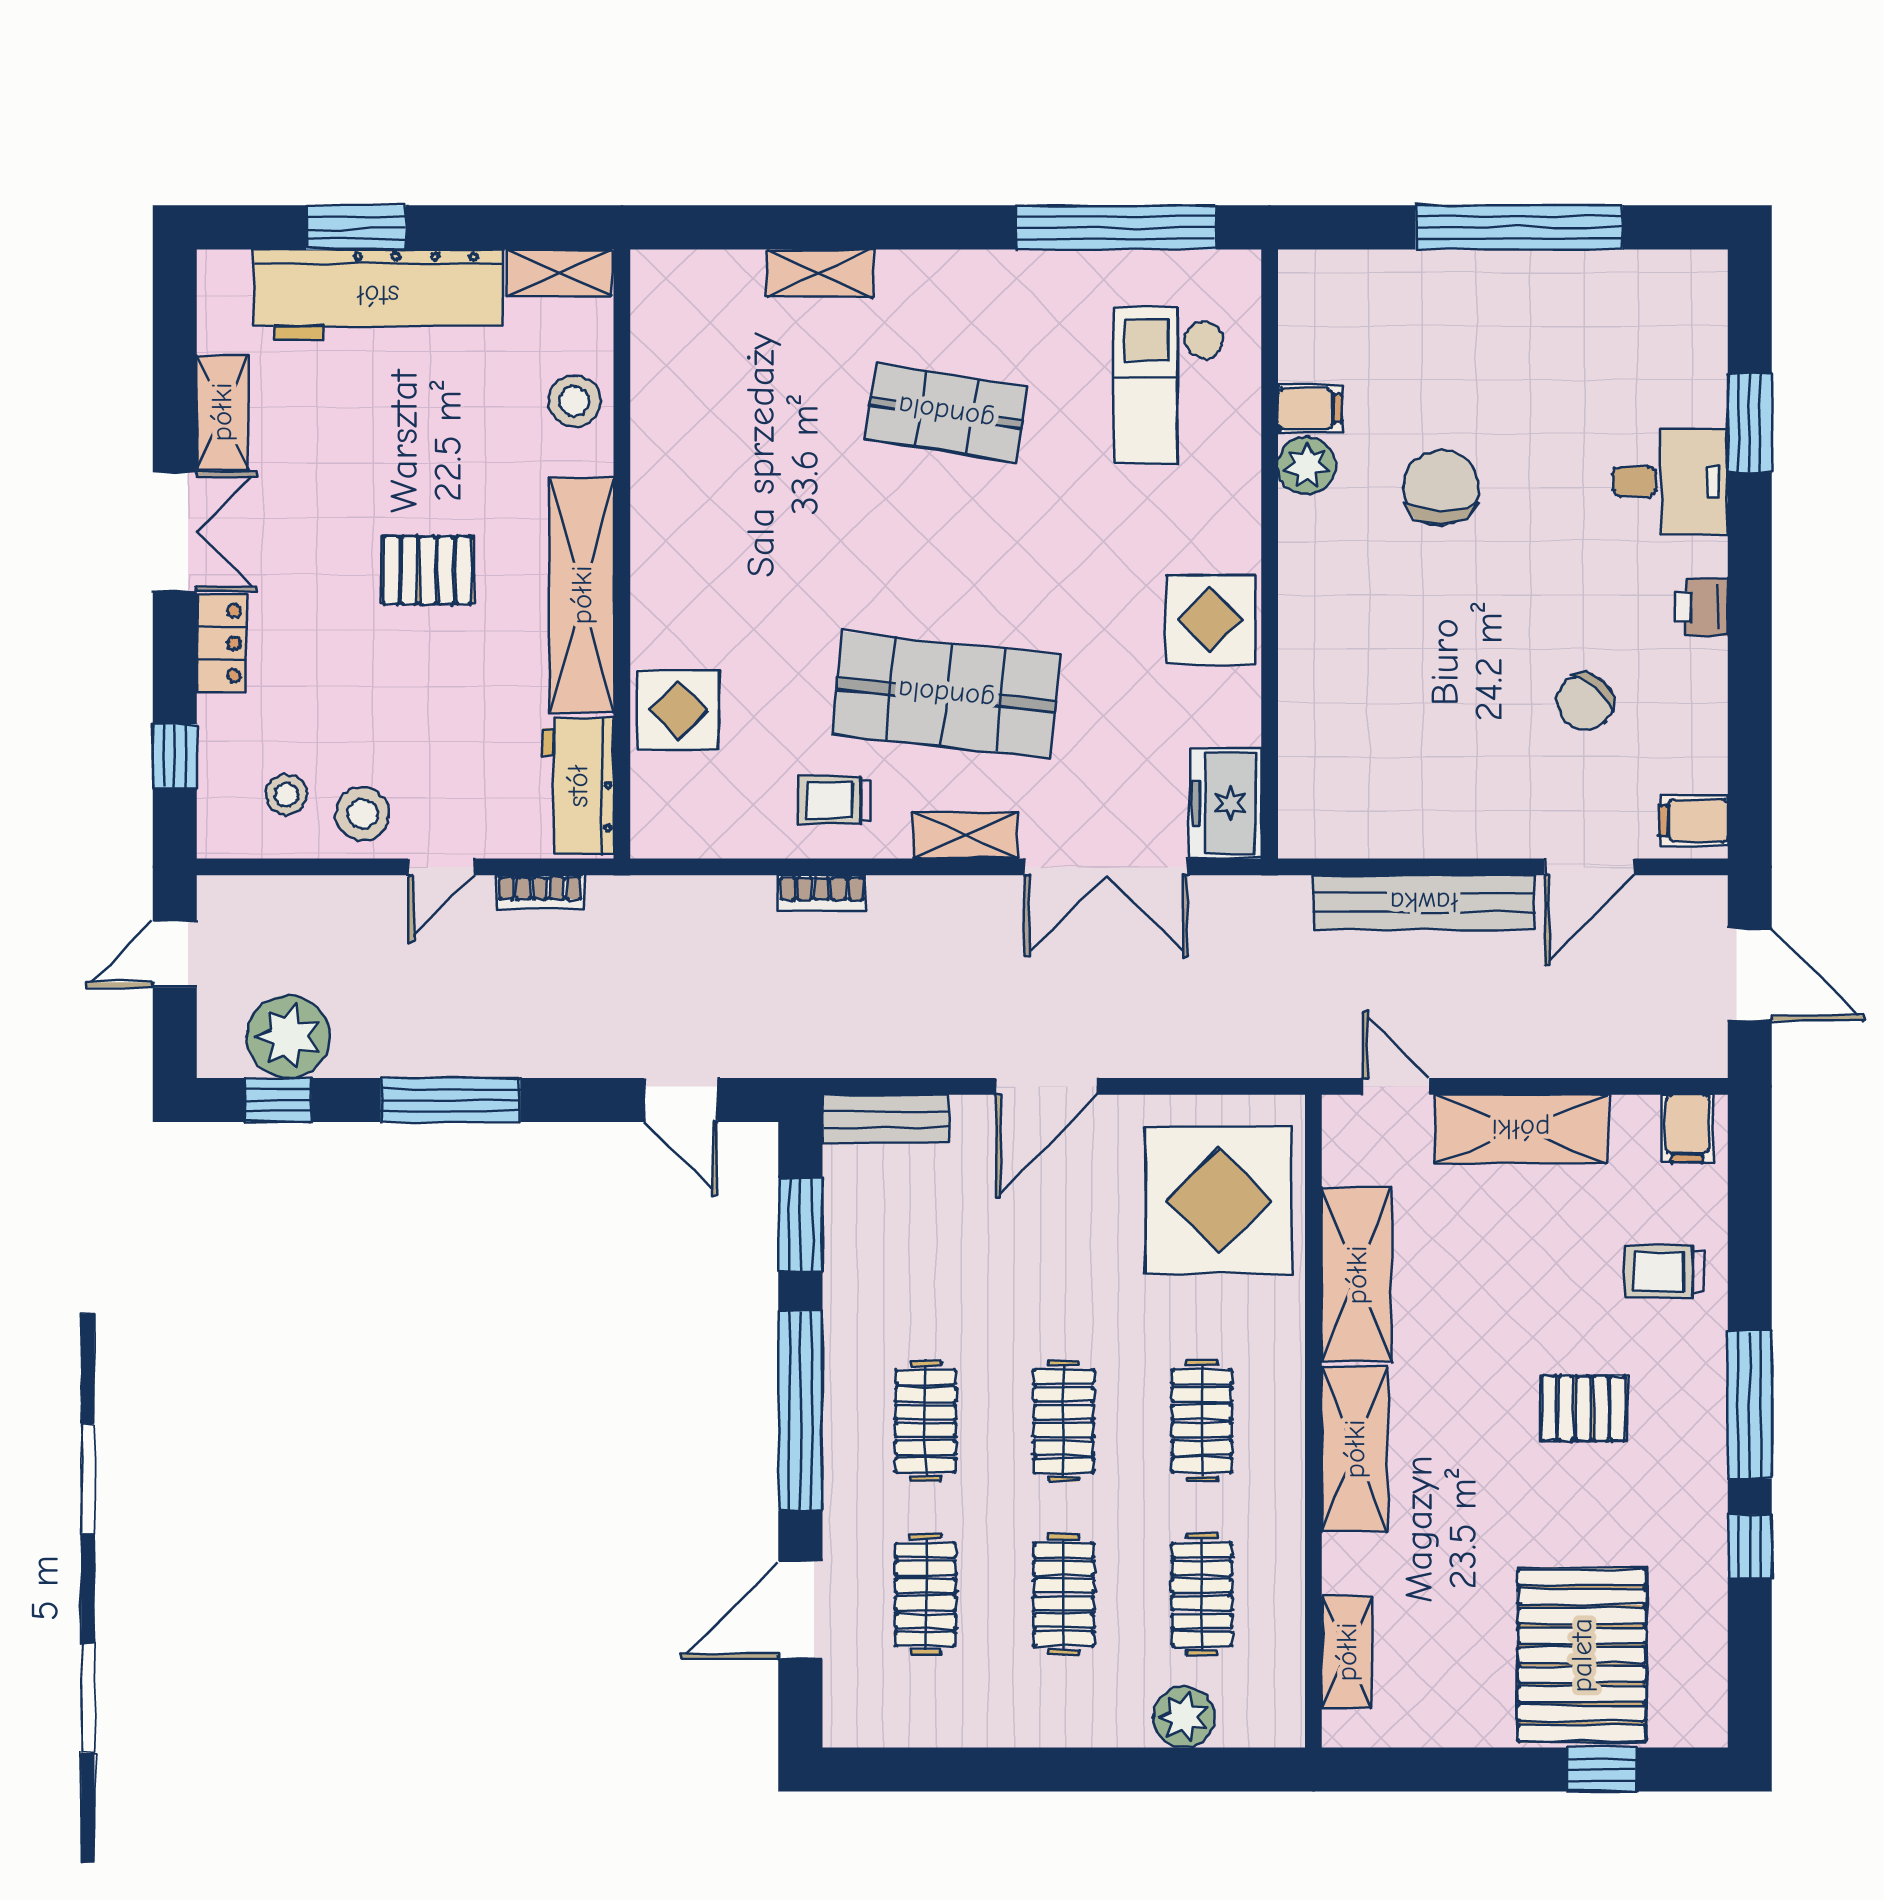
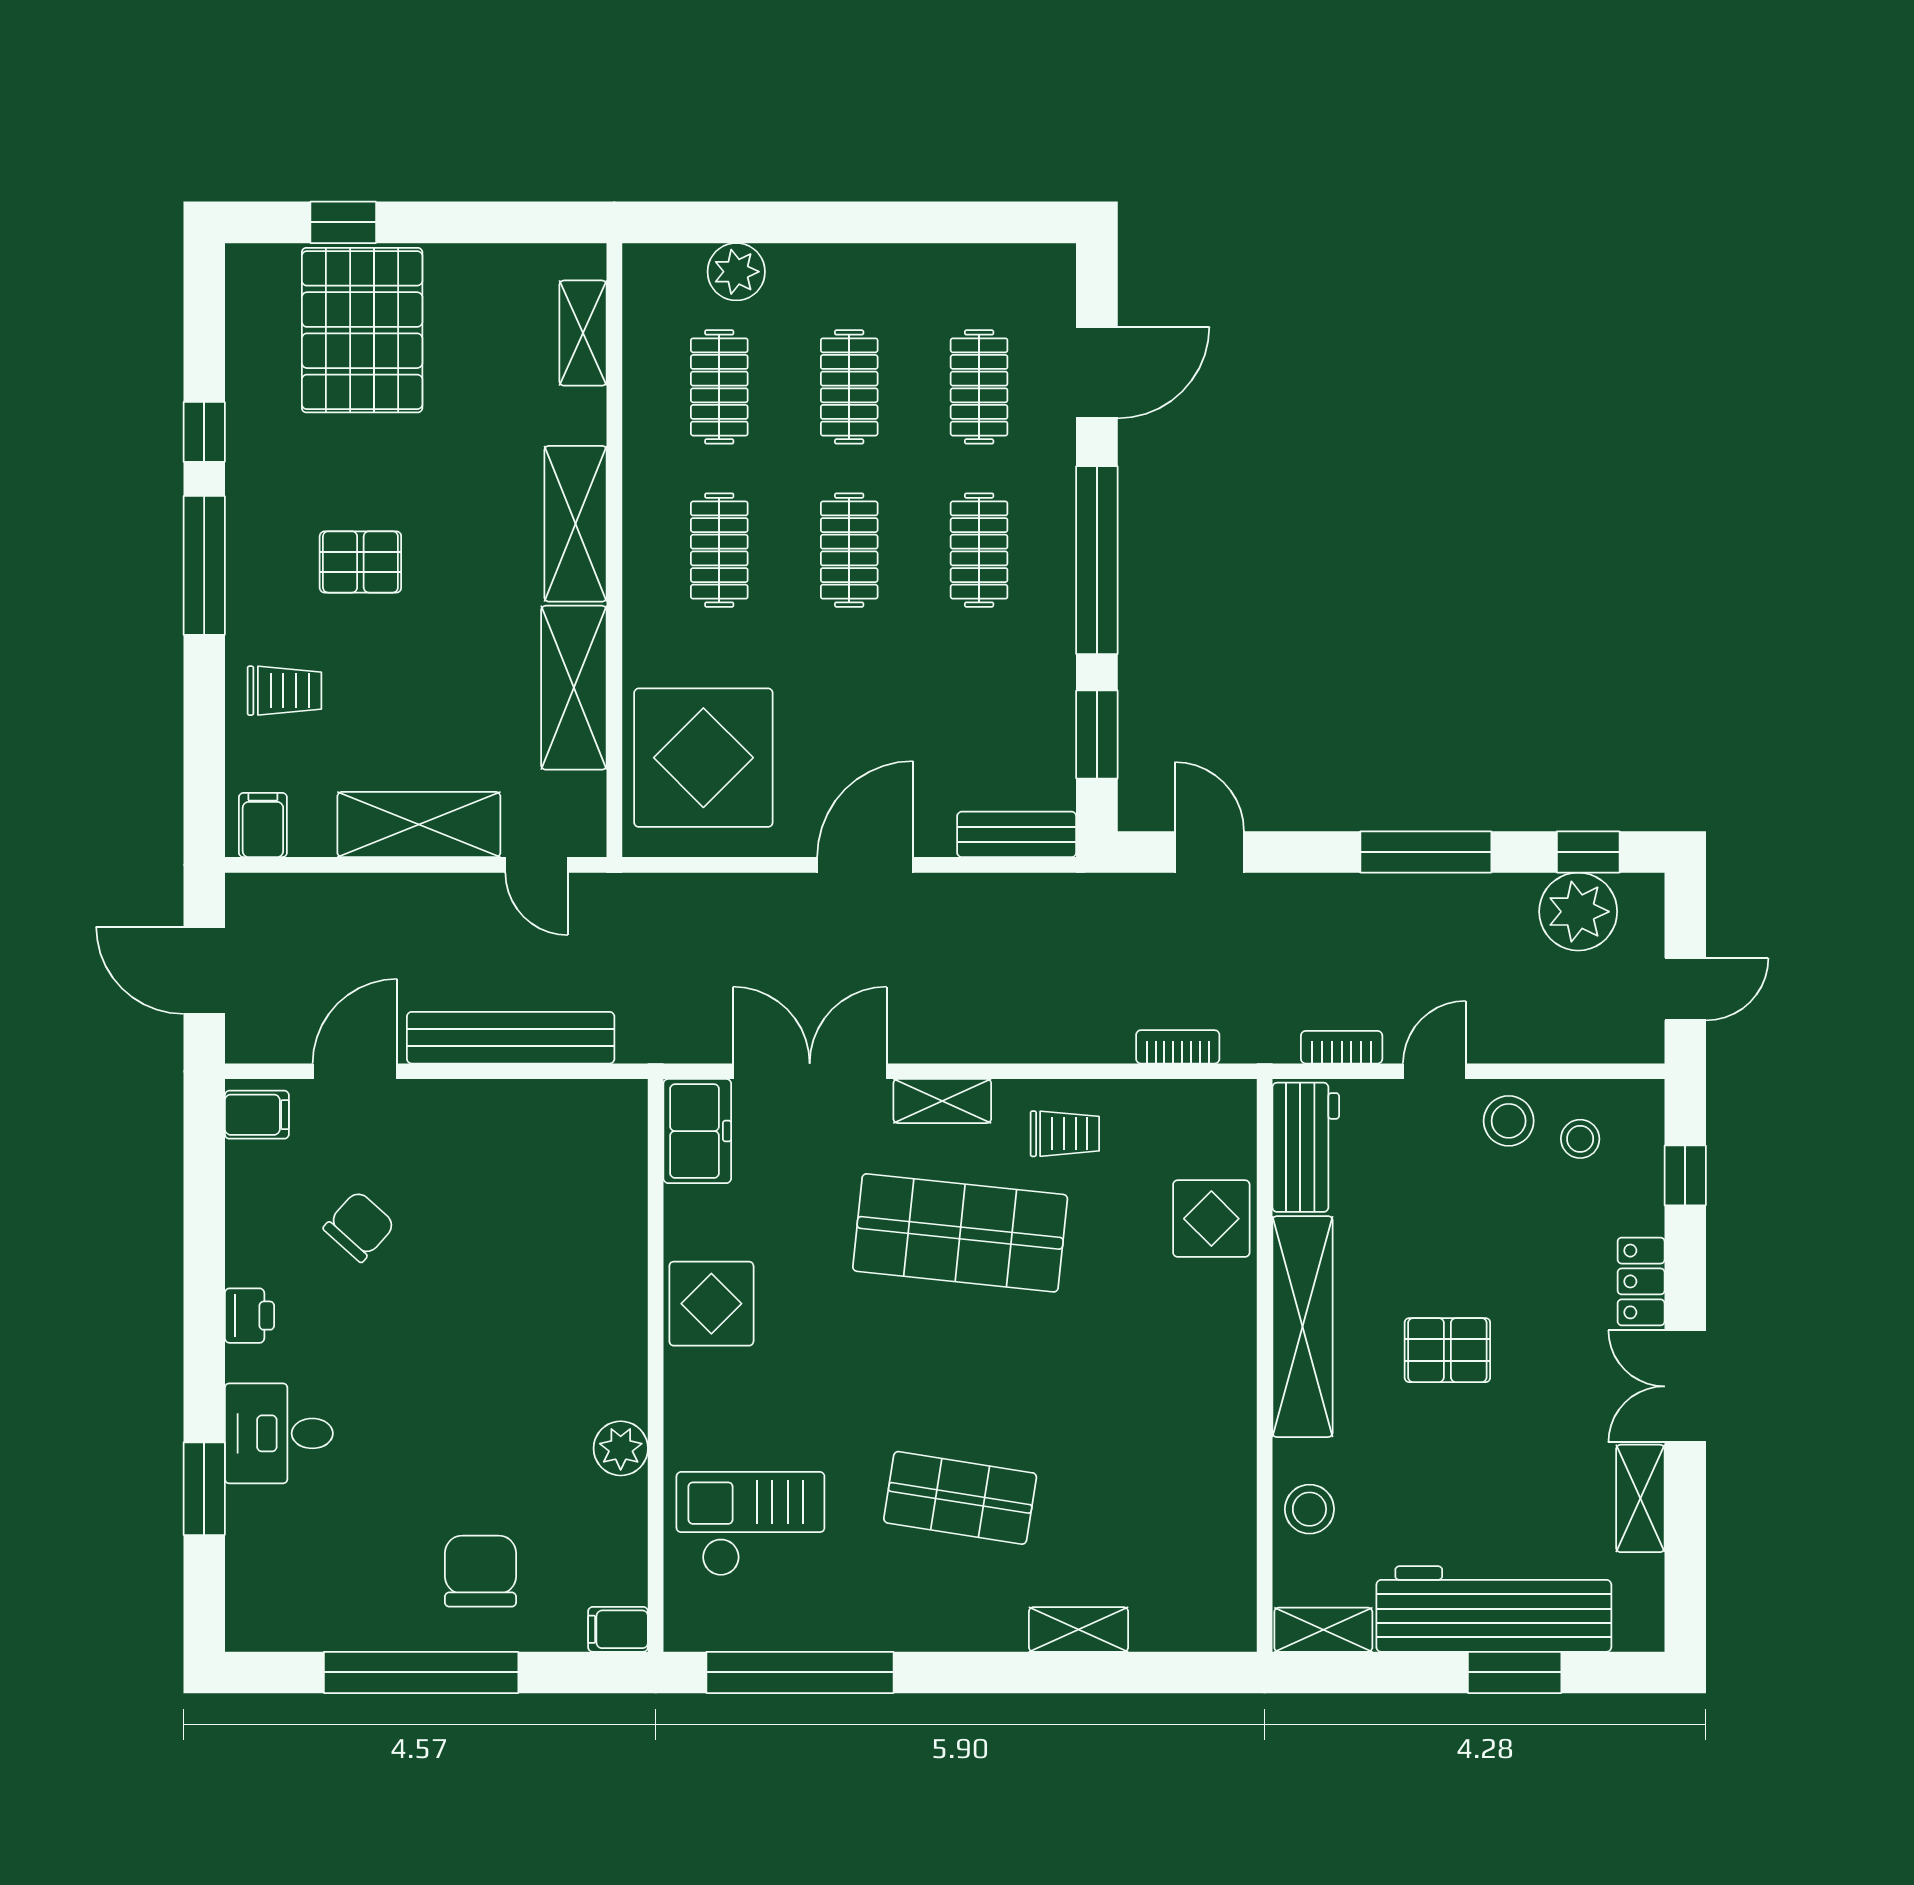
checkout: (1169, 385) -> (750, 1524), turned -90
filing cabinet: (1310, 409) -> (618, 1629), moved
chair: (1441, 487) -> (480, 1571), moved, turned 180
bookcase: (822, 893) -> (1178, 1047), moved

